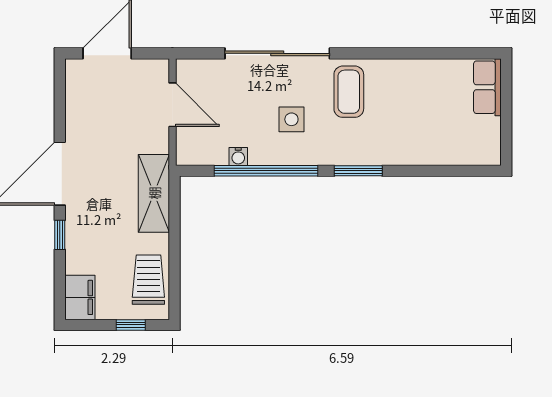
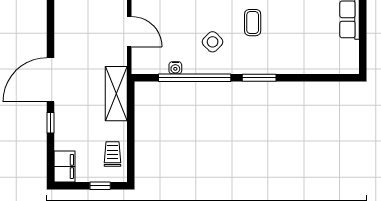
coffee table: (349, 92) -> (253, 23), width x0.73, depth x0.77
side table: (291, 119) -> (213, 42), turned 45
trolley: (148, 280) -> (113, 154), width x0.73, depth x0.72

